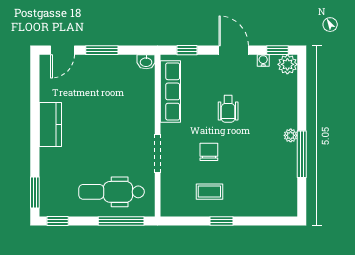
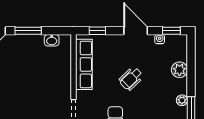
washbasin: (146, 62) -> (52, 40), moved
plant: (287, 64) -> (179, 70), moved
wheelchair: (228, 109) -> (131, 79), turned 46

